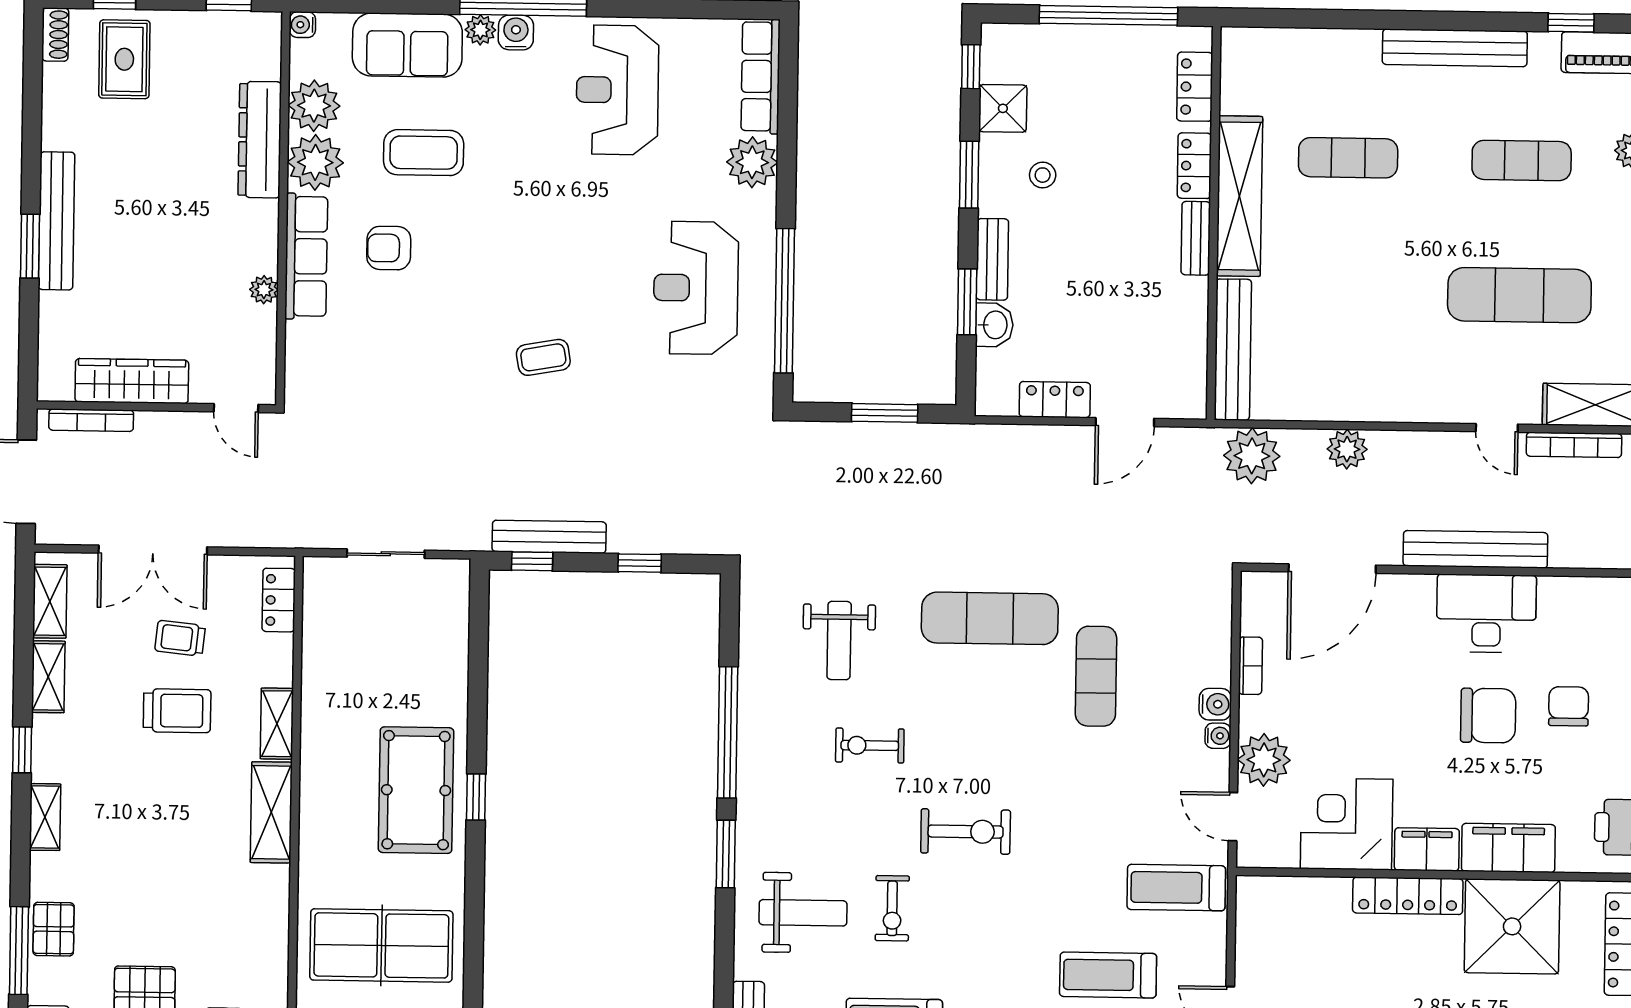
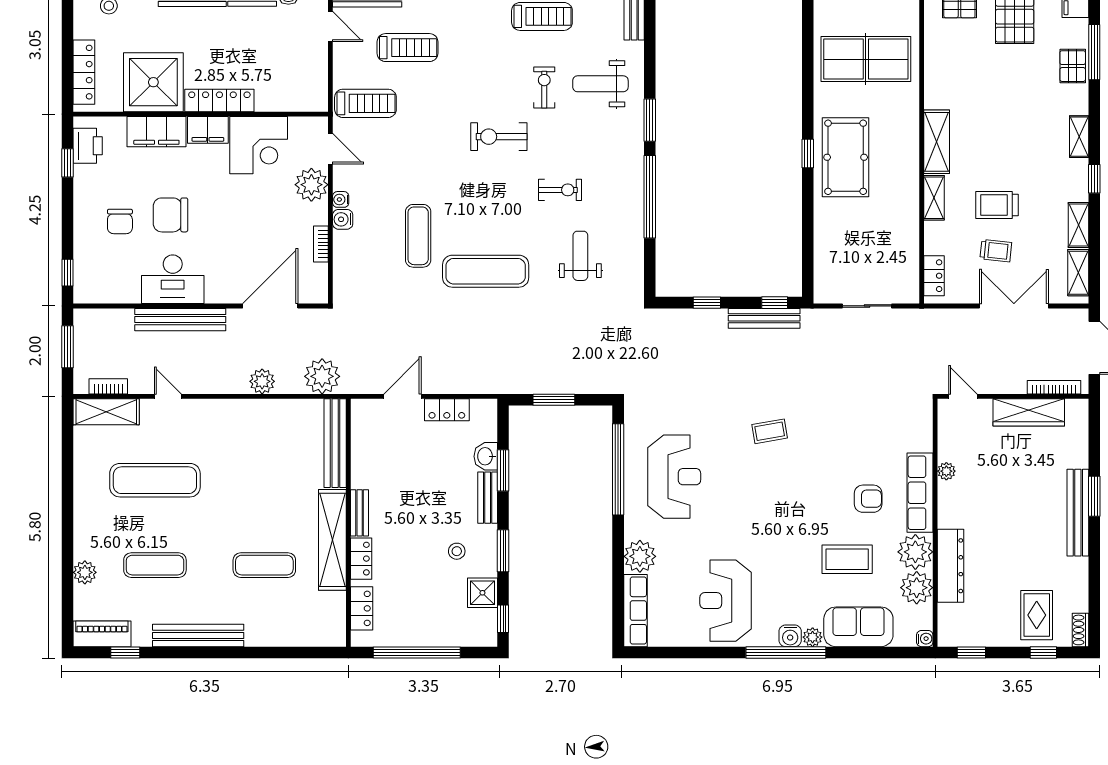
reception desk: (617, 90) -> (726, 601), turned 180
bookcase: (1574, 445) -> (108, 386), width x0.64

